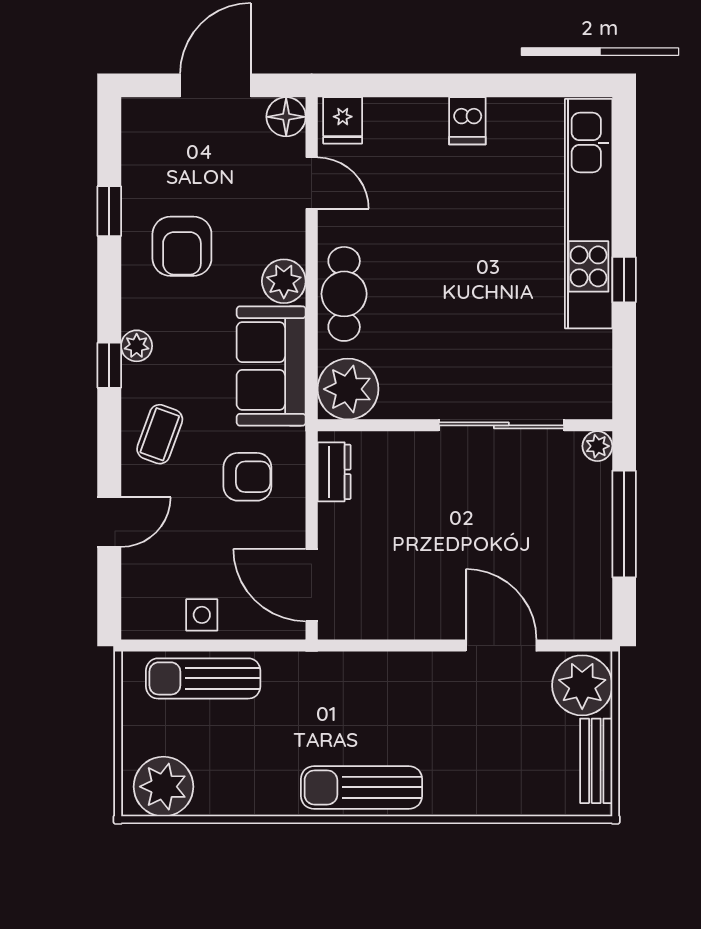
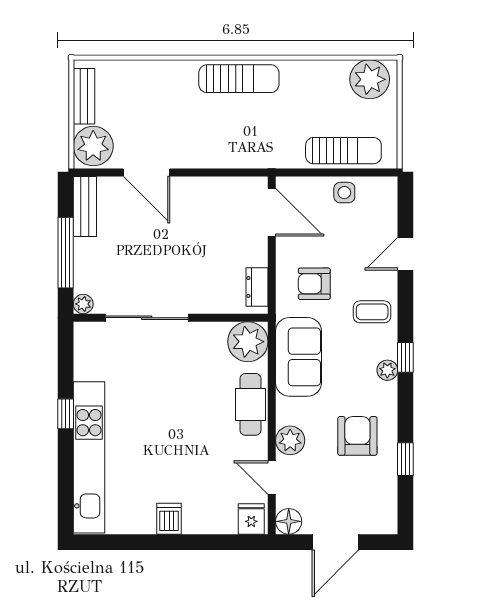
plant: (284, 281) -> (290, 440), moved
coffee table: (160, 434) -> (372, 312), turned 70
bench: (595, 594) -> (85, 206), added

